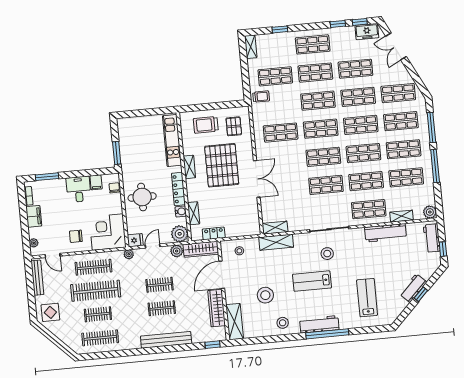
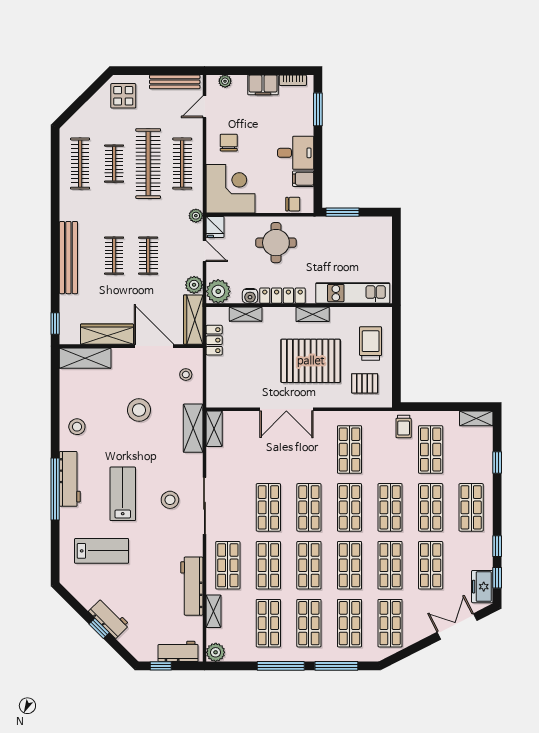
lab bench: (312, 281) -> (123, 494), moved
stool: (265, 295) -> (139, 410), moved

